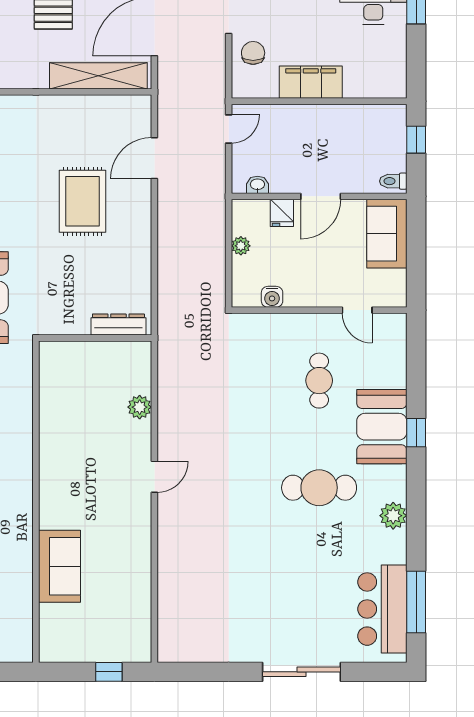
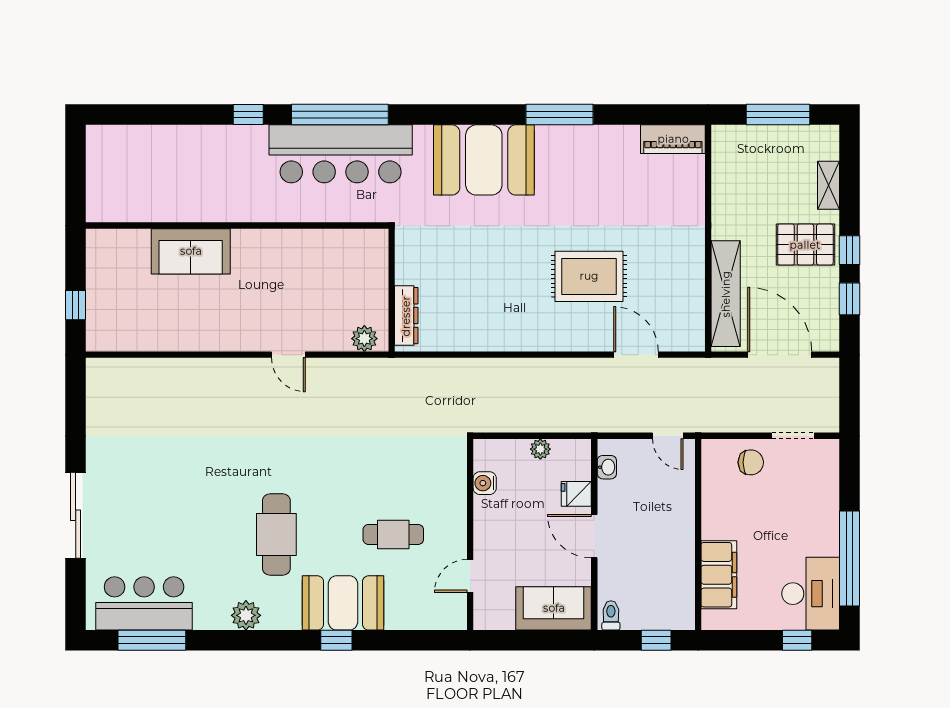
filing cabinet: (311, 82) -> (719, 575), moved
dresser: (118, 325) -> (406, 316), moved
wall: (95, 338) -> (392, 290), moved

